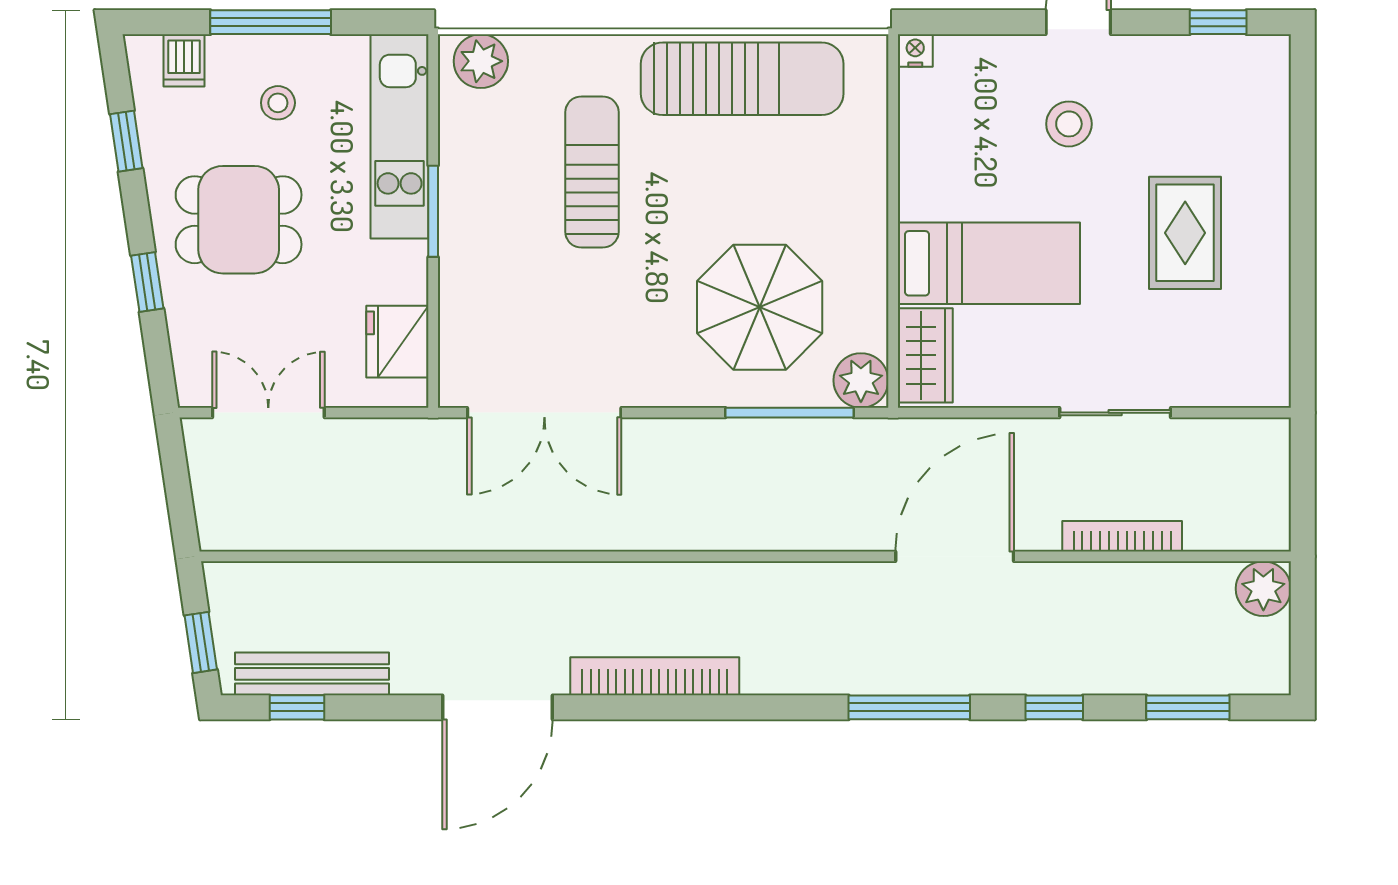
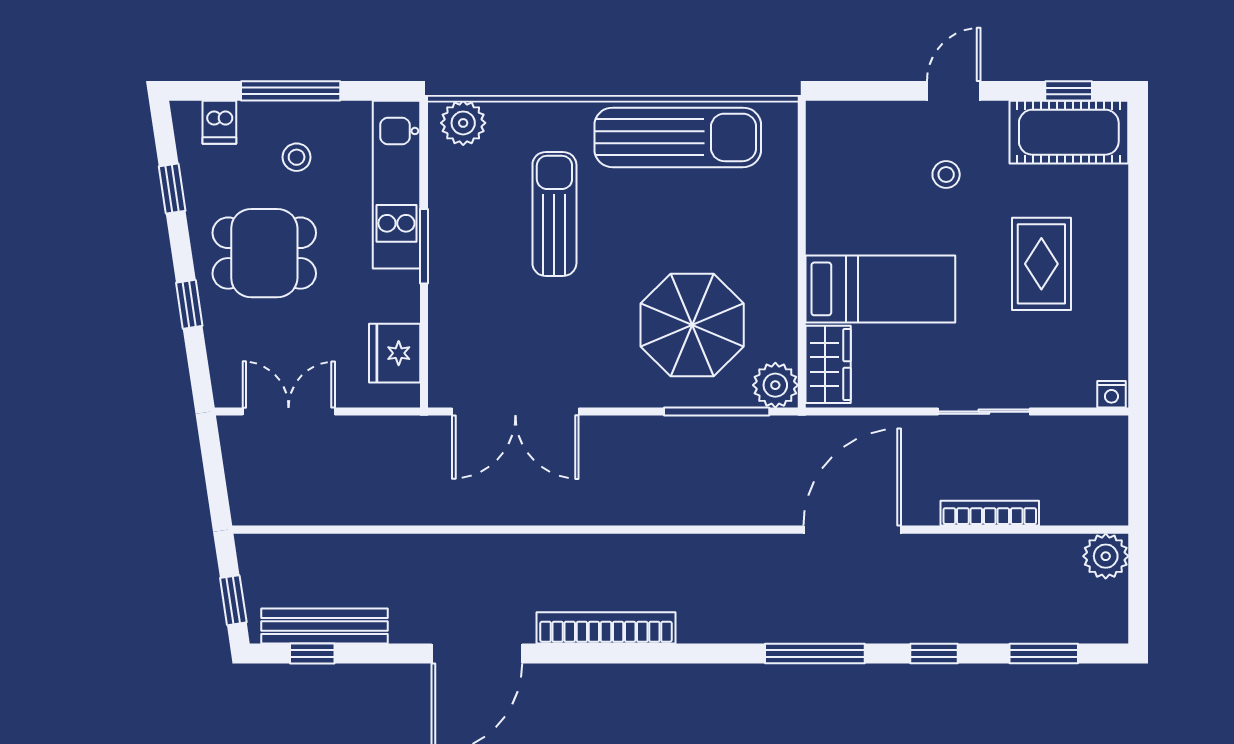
nightstand: (915, 50) -> (1111, 394), moved, turned 180
cot: (1218, 72) -> (1069, 132), added
stool: (1069, 124) -> (946, 175), width x0.73, depth x0.73

